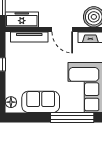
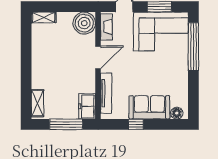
freezer: (22, 20) -> (87, 106), width x0.71
sofa: (41, 102) -> (149, 107), moved, turned 90

